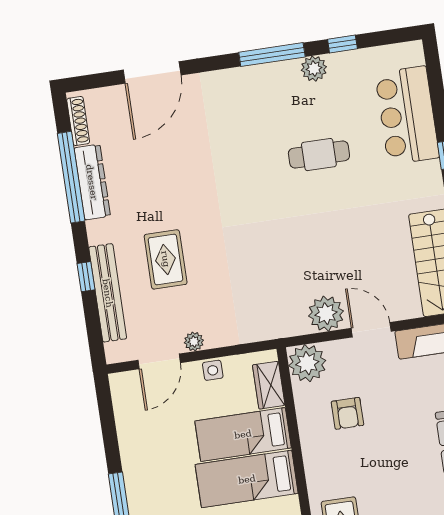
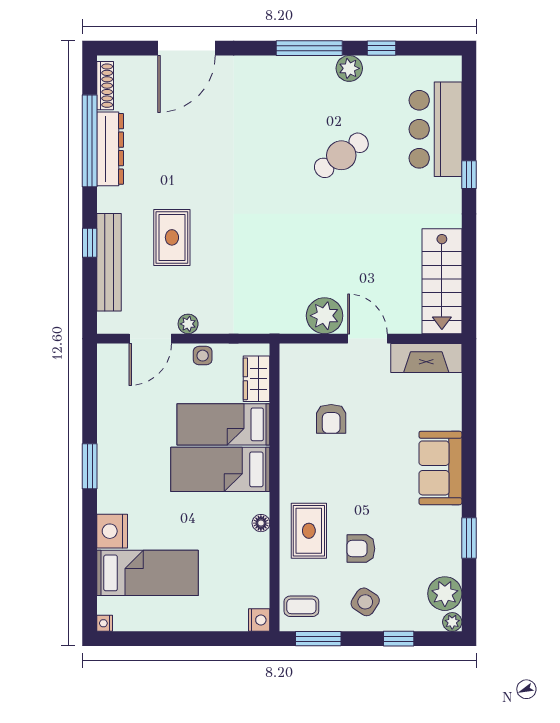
cafe table: (319, 155) -> (341, 155), turned -36
plant: (307, 363) -> (298, 363), removed

